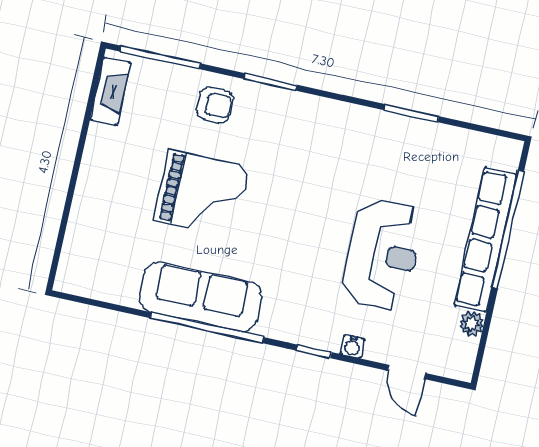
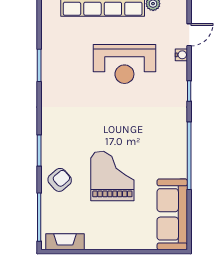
armchair: (215, 105) -> (60, 180), turned 49
reception desk: (382, 255) -> (124, 64), turned 180
sofa: (201, 297) -> (172, 214), moved
water cooler: (352, 346) -> (181, 55), moved

